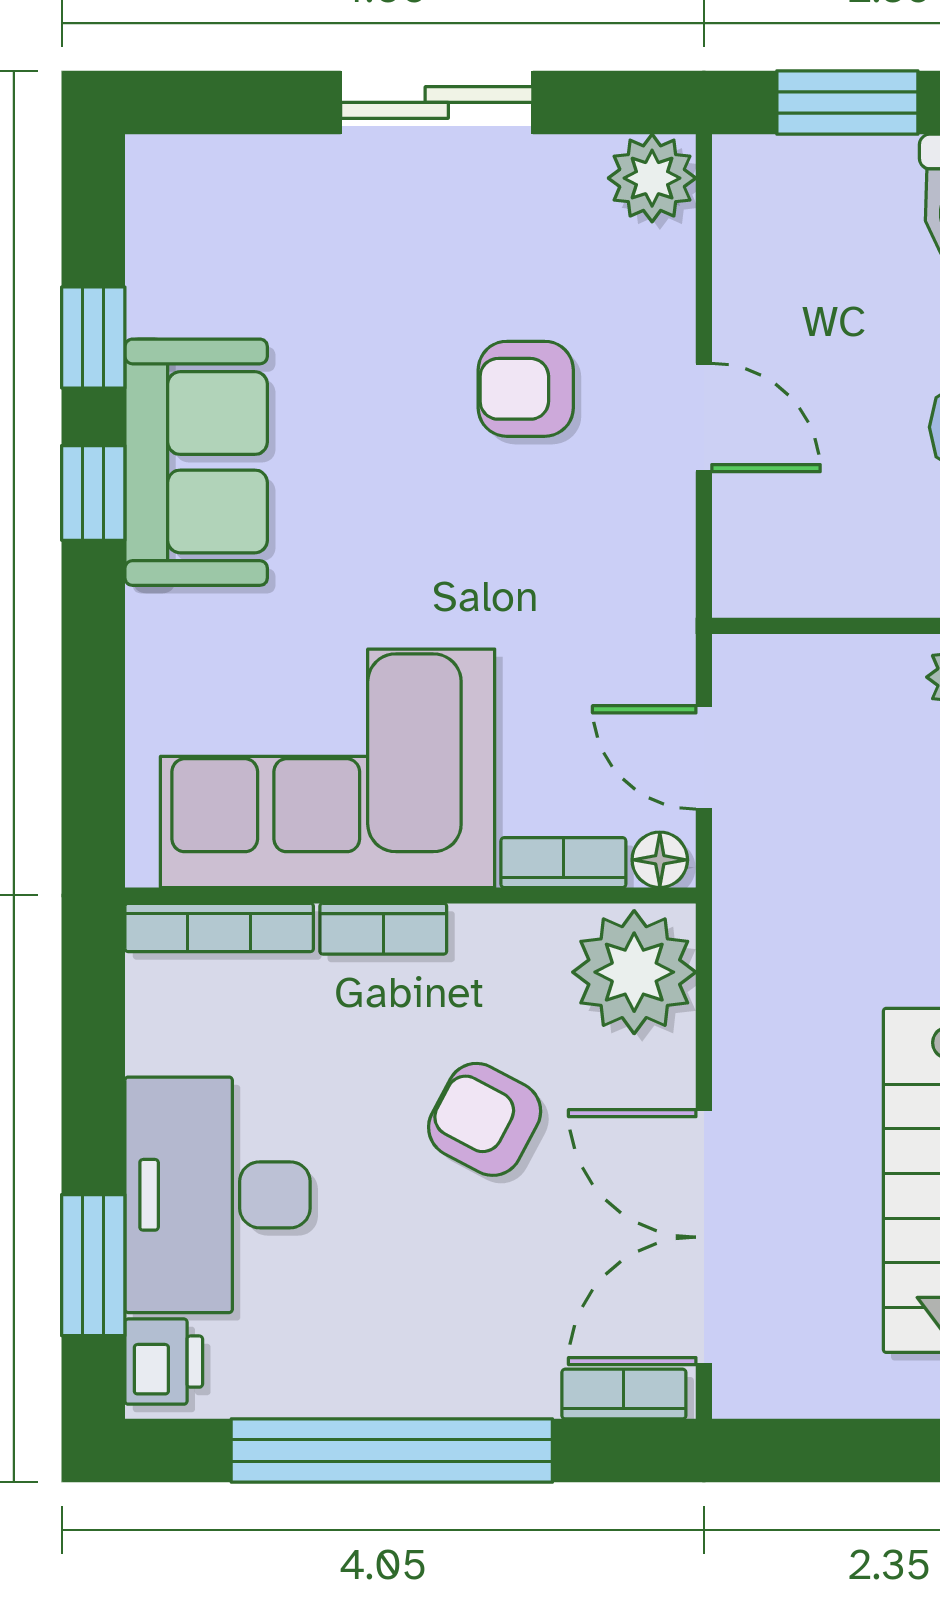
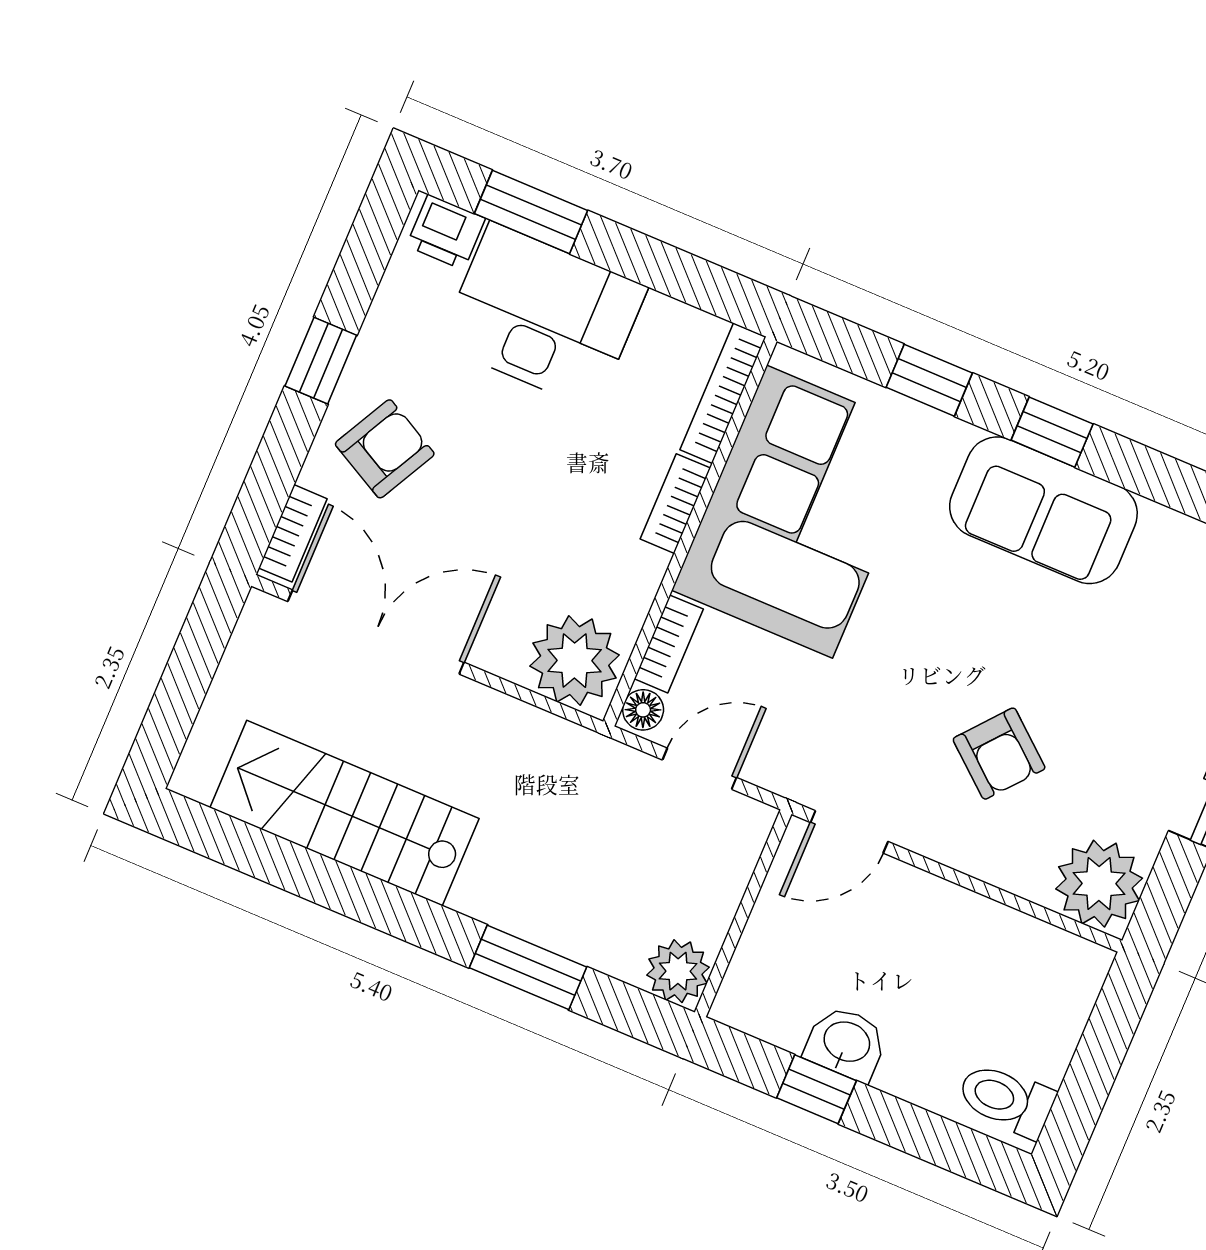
window: (847, 102) -> (1101, 1052), removed
plant: (652, 178) -> (1099, 884), width x1.36, depth x1.36
window: (93, 337) -> (929, 380), moved
armchair: (526, 389) -> (999, 754), turned 130
door: (704, 417) -> (849, 832), moved
armchair: (485, 1119) -> (385, 449), moved
window: (392, 1451) -> (321, 361), width x0.32

